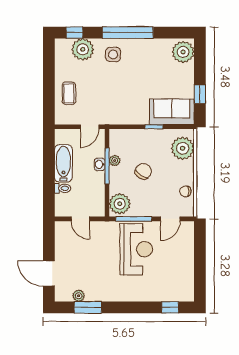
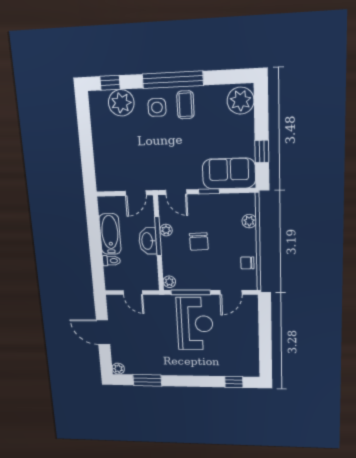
coffee table: (69, 93) -> (185, 105), moved
door: (126, 127) -> (176, 192), added
plant: (183, 148) -> (249, 221), width x0.53, depth x0.53
washbasin: (100, 164) -> (148, 241), width x1.91, depth x1.45
chair: (143, 171) -> (199, 241), turned 144
plant: (120, 204) -> (169, 282), width x0.53, depth x0.53
door: (49, 274) -> (103, 332), moved
plant: (79, 296) -> (118, 369), moved

